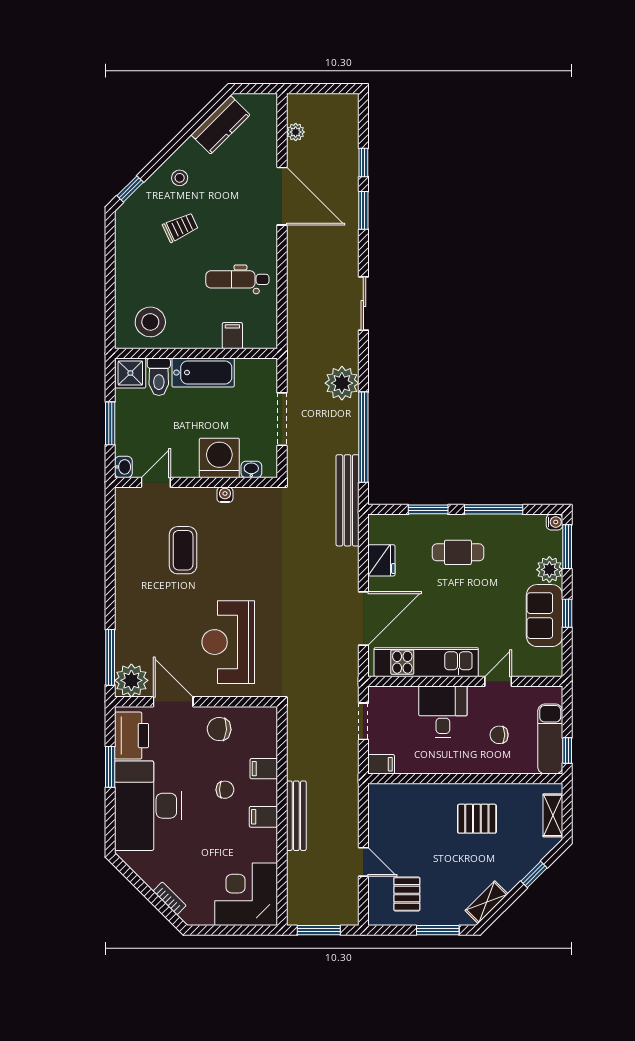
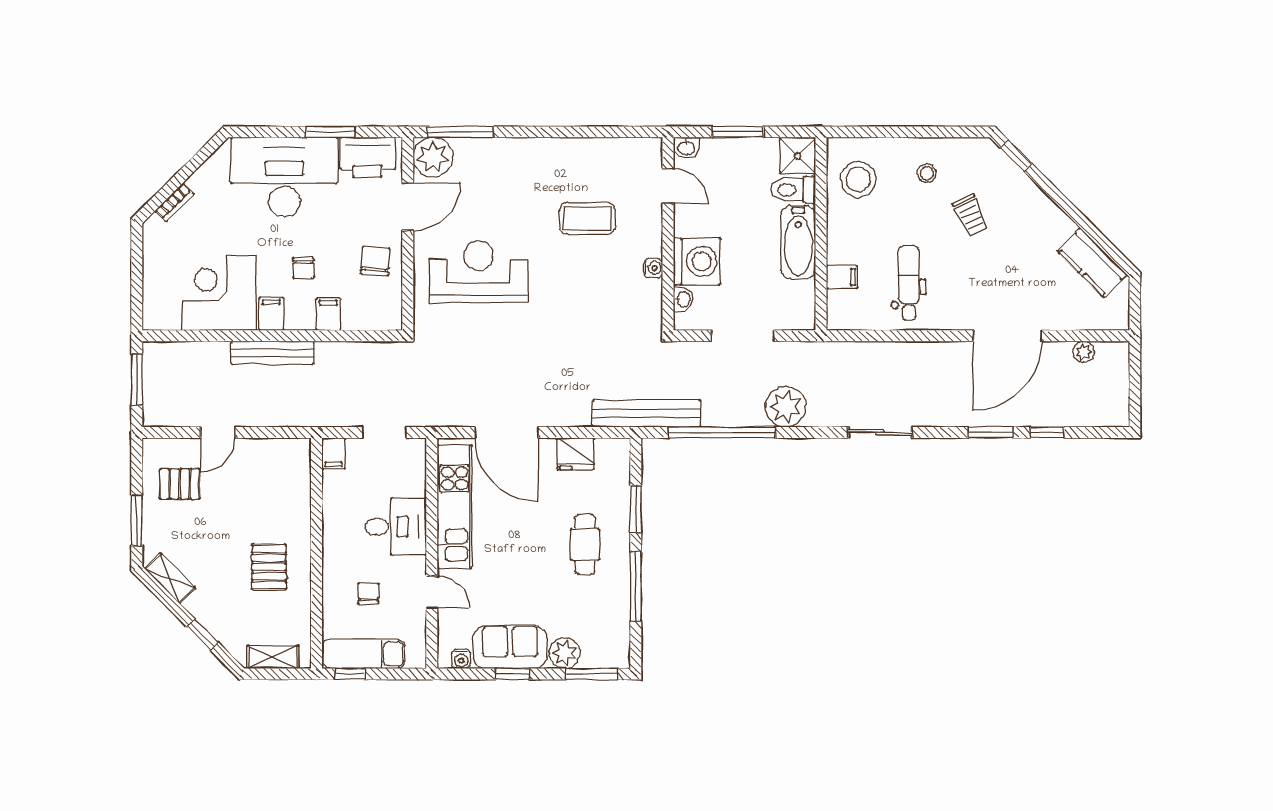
stool: (180, 178) -> (927, 173), moved
water cooler: (554, 522) -> (461, 659), moved
corner desk: (246, 894) -> (219, 293), moved, turned -90

